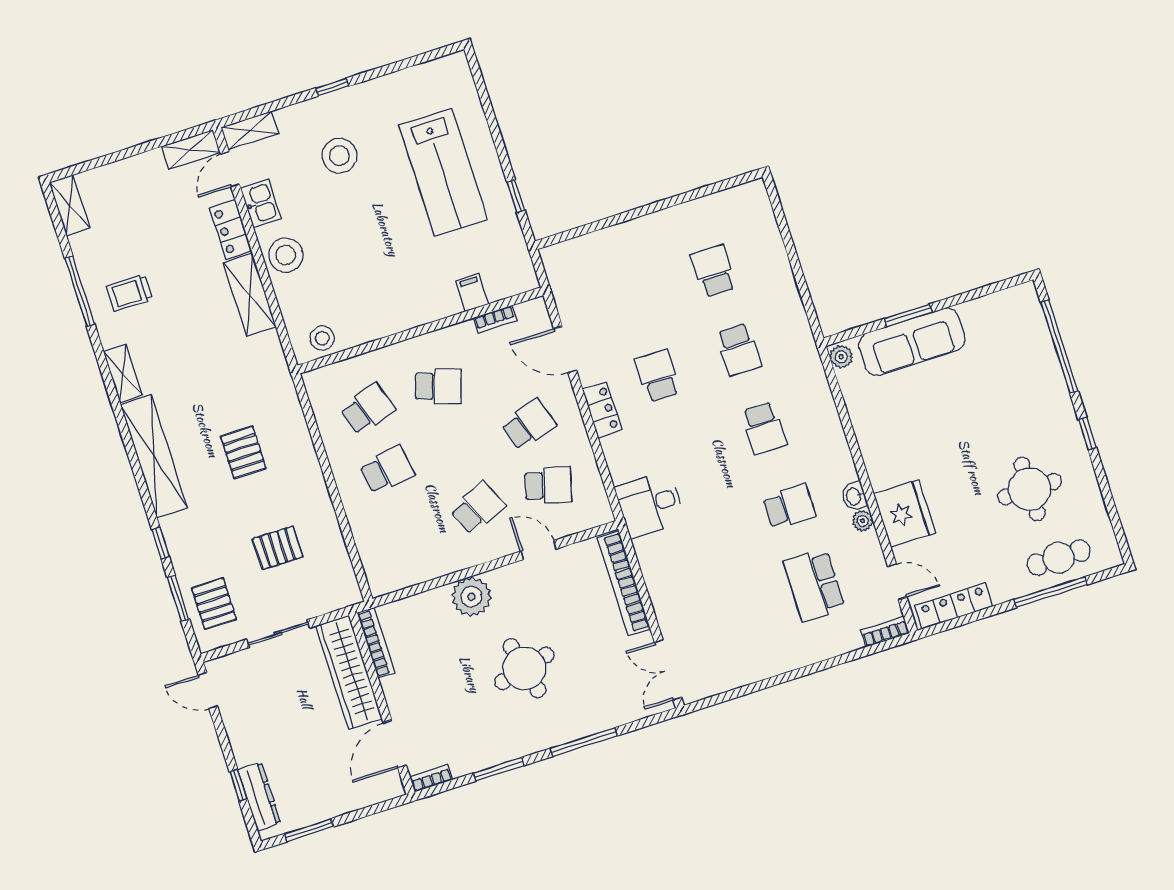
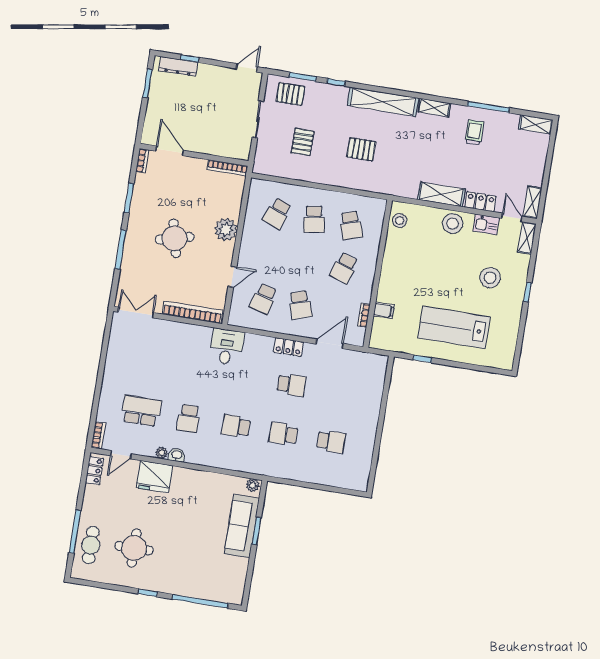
school desk: (477, 508) -> (277, 213), moved, turned 45
locker: (954, 606) -> (95, 470), width x0.66
wardrobe: (349, 672) -> (219, 146), removed

